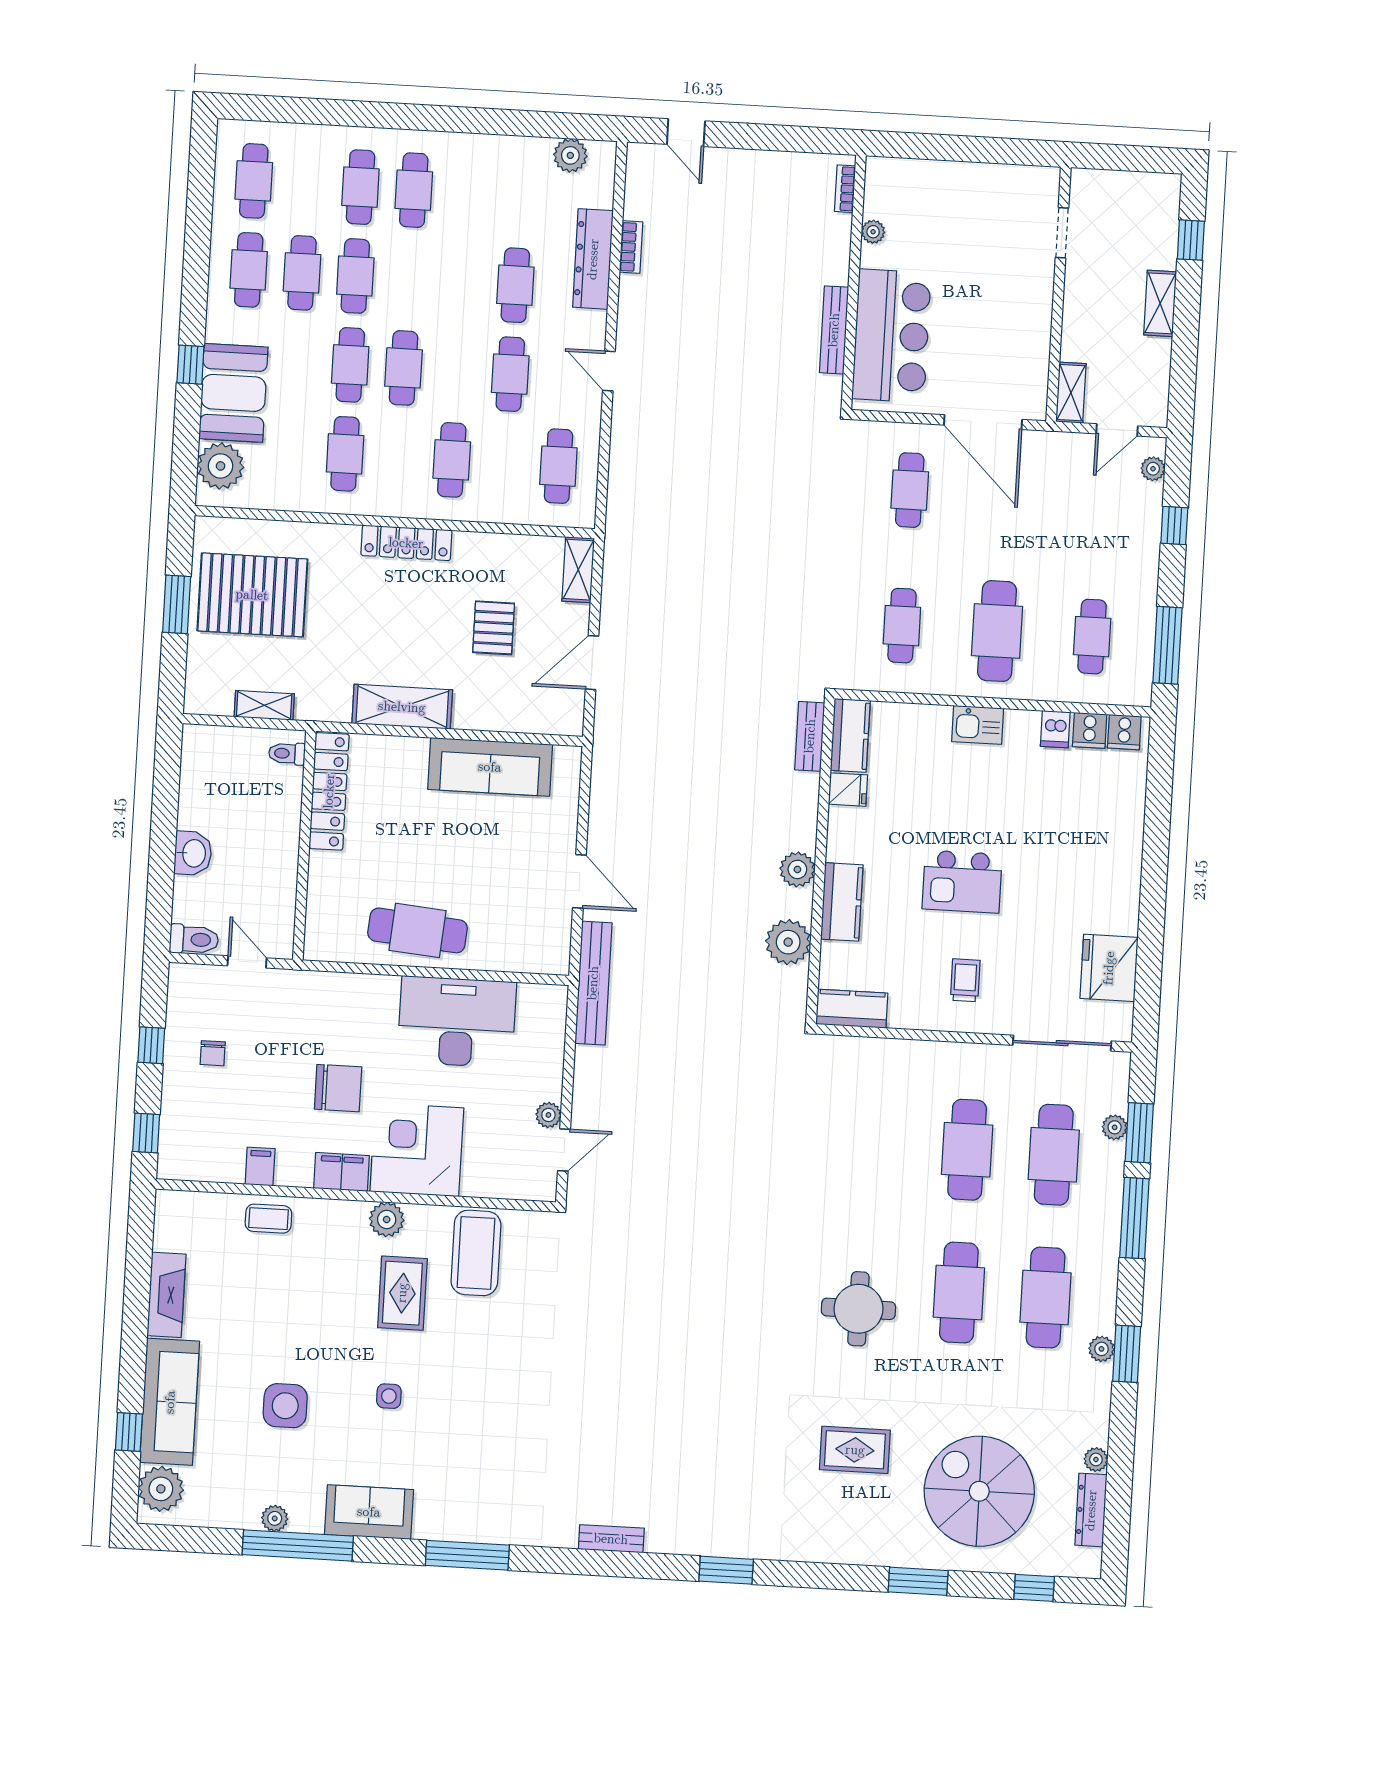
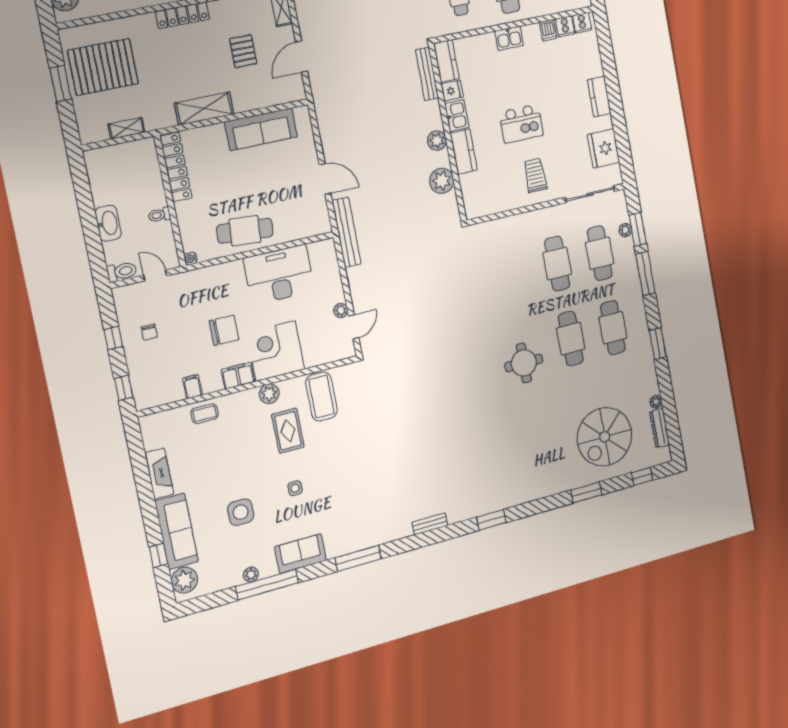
bench: (810, 736) -> (427, 74), width x1.36
toilet: (287, 754) -> (159, 215), moved
kitchen sink: (845, 835) -> (457, 115), added
washbasin: (193, 853) -> (108, 223), width x1.38
water cooler: (313, 951) -> (190, 259), added
trolley: (965, 980) -> (535, 175), width x1.36, depth x1.39
kitchen counter: (852, 1009) -> (599, 97), moved, turned -90
plant: (1101, 1349) -> (646, 345), removed
rug: (855, 1450) -> (540, 436), removed
spiral stairs: (979, 1491) -> (605, 437), turned -90

